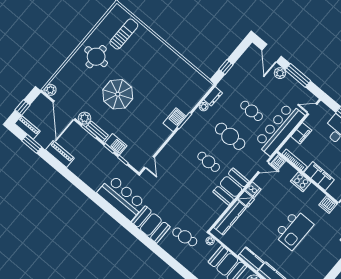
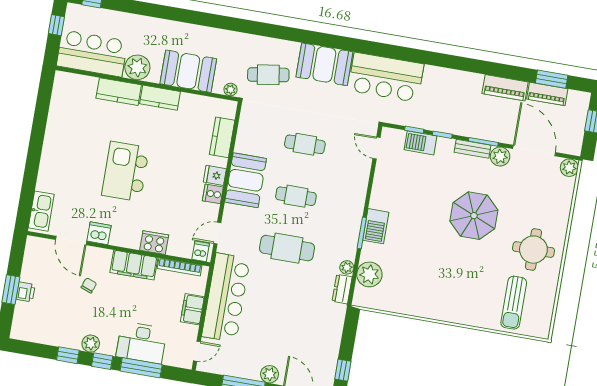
window: (226, 67) -> (343, 370), moved
plant: (194, 96) -> (369, 274), added
cafe table: (252, 111) -> (305, 144), moved
piano: (27, 127) -> (547, 94), moved
barbecue: (116, 144) -> (421, 143), moved
kitchen counter: (230, 217) -> (222, 137), width x0.67

